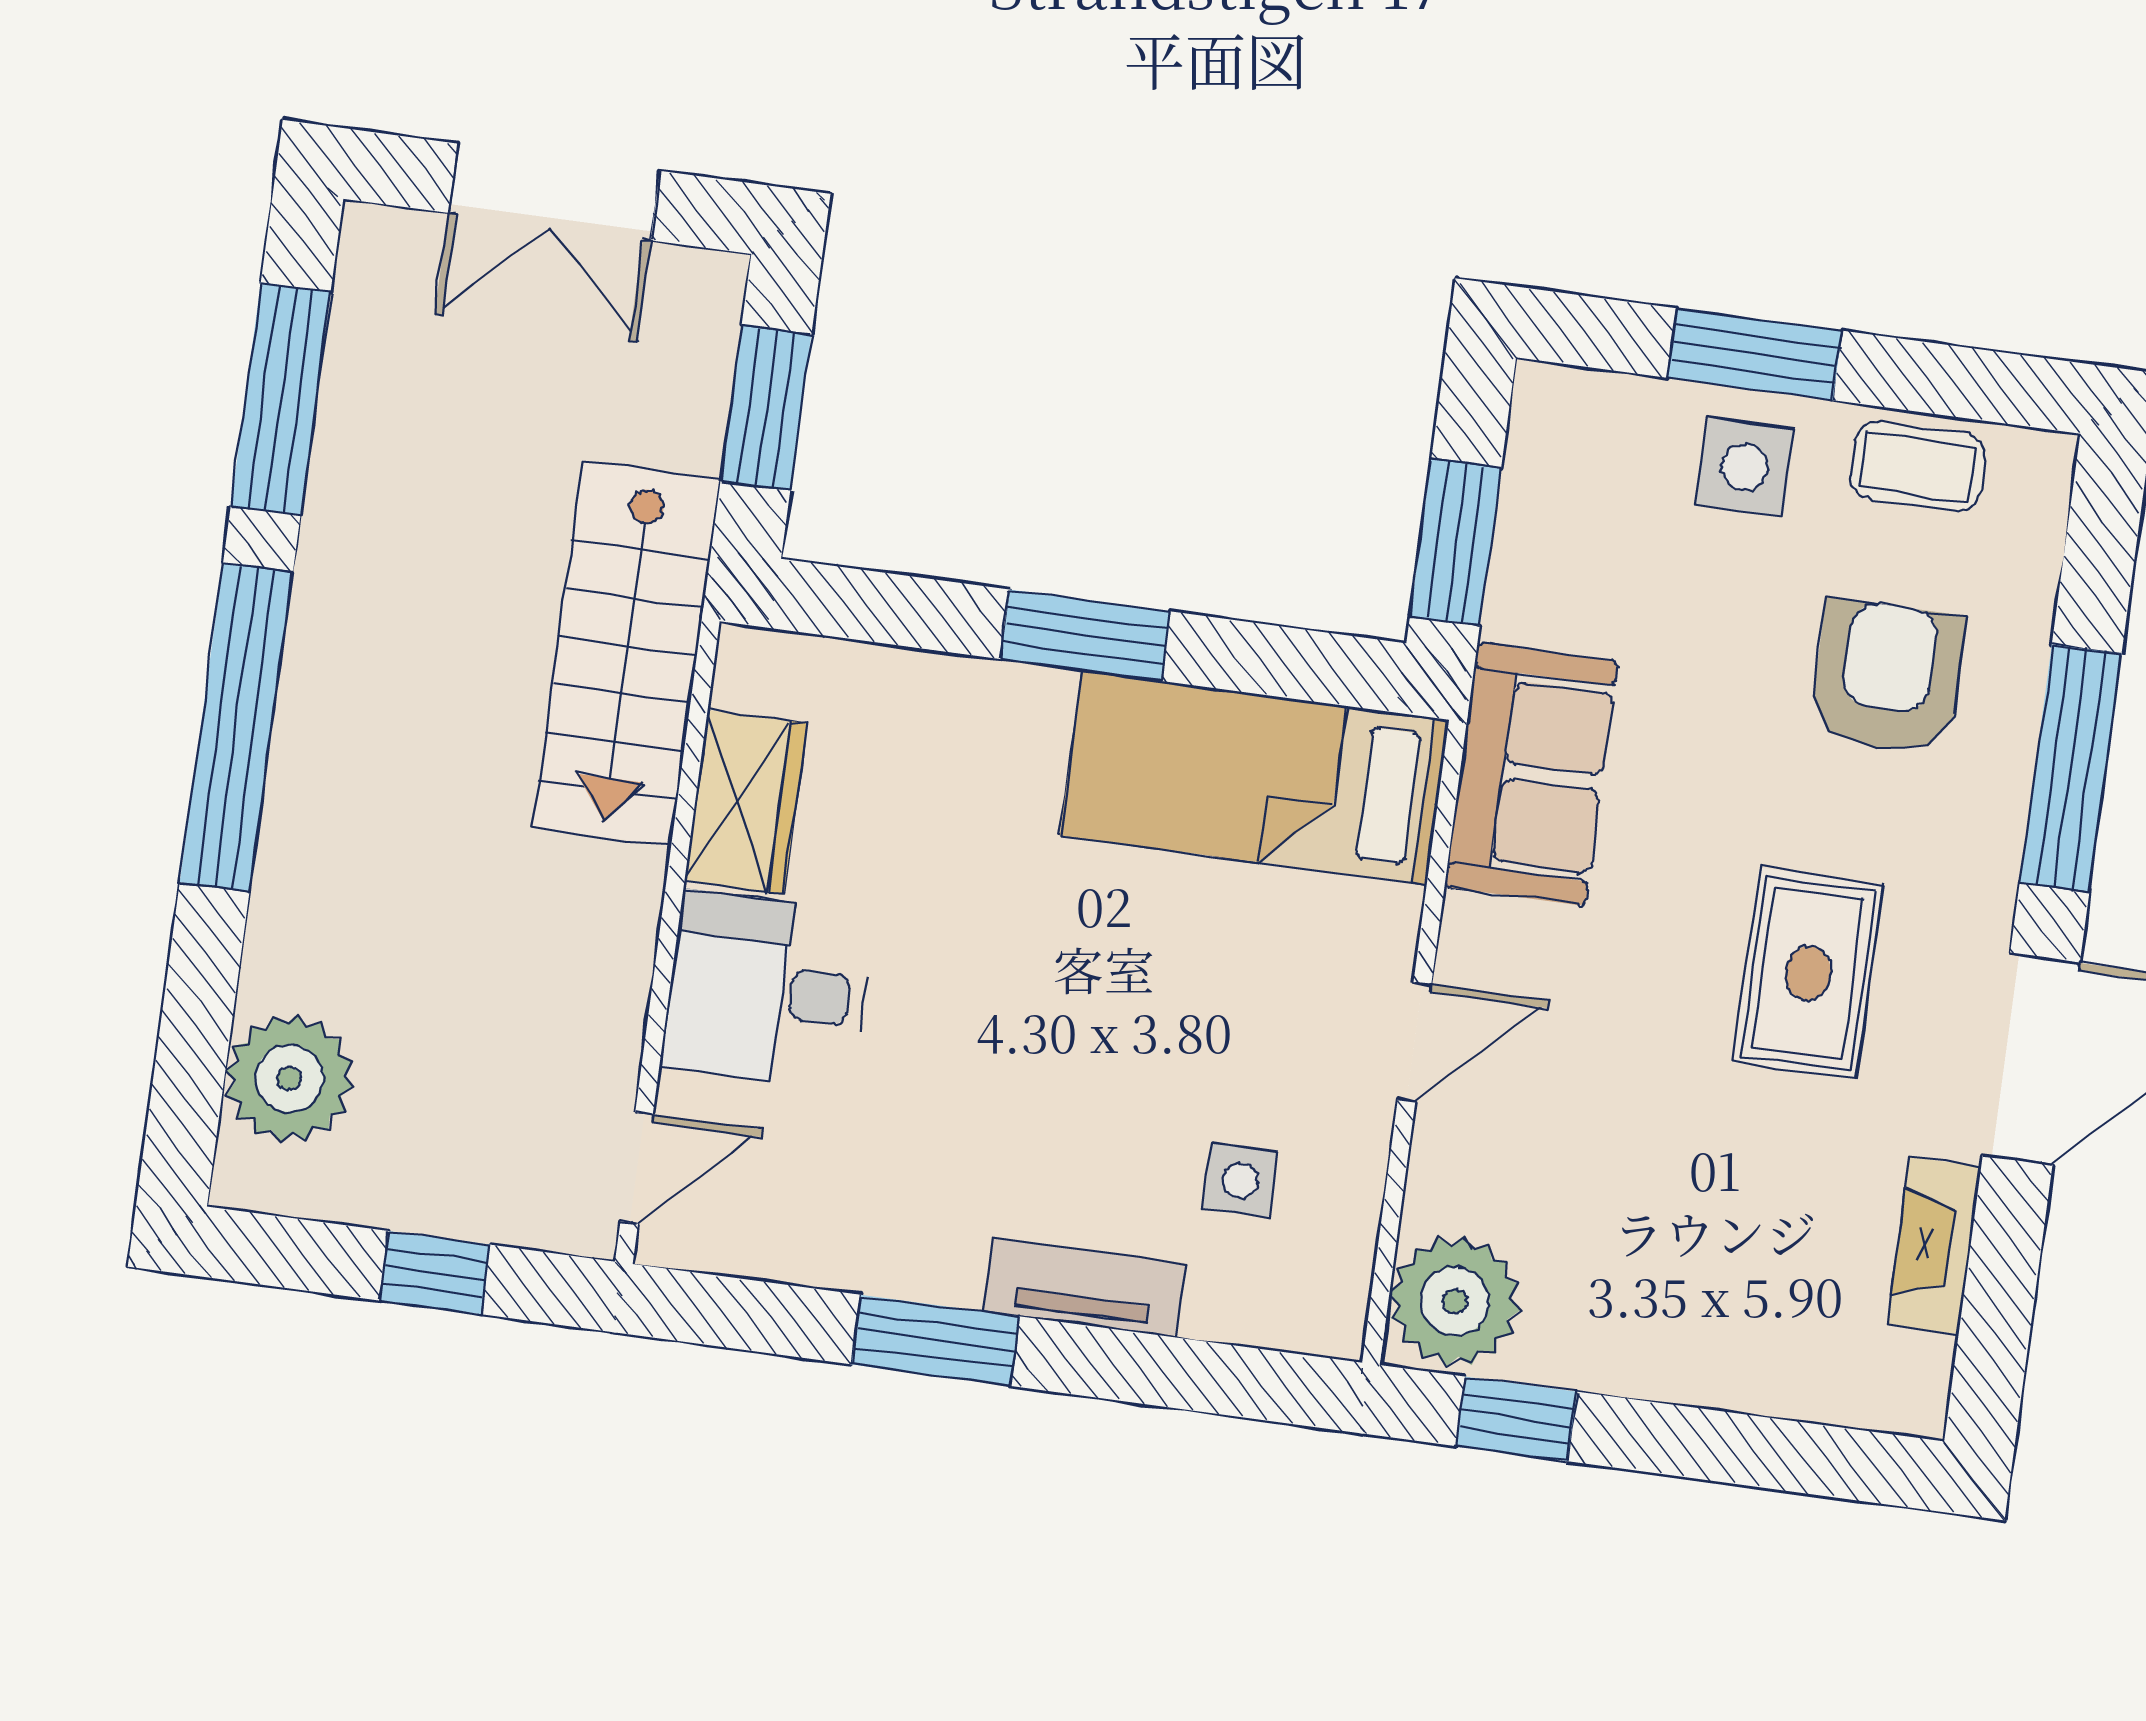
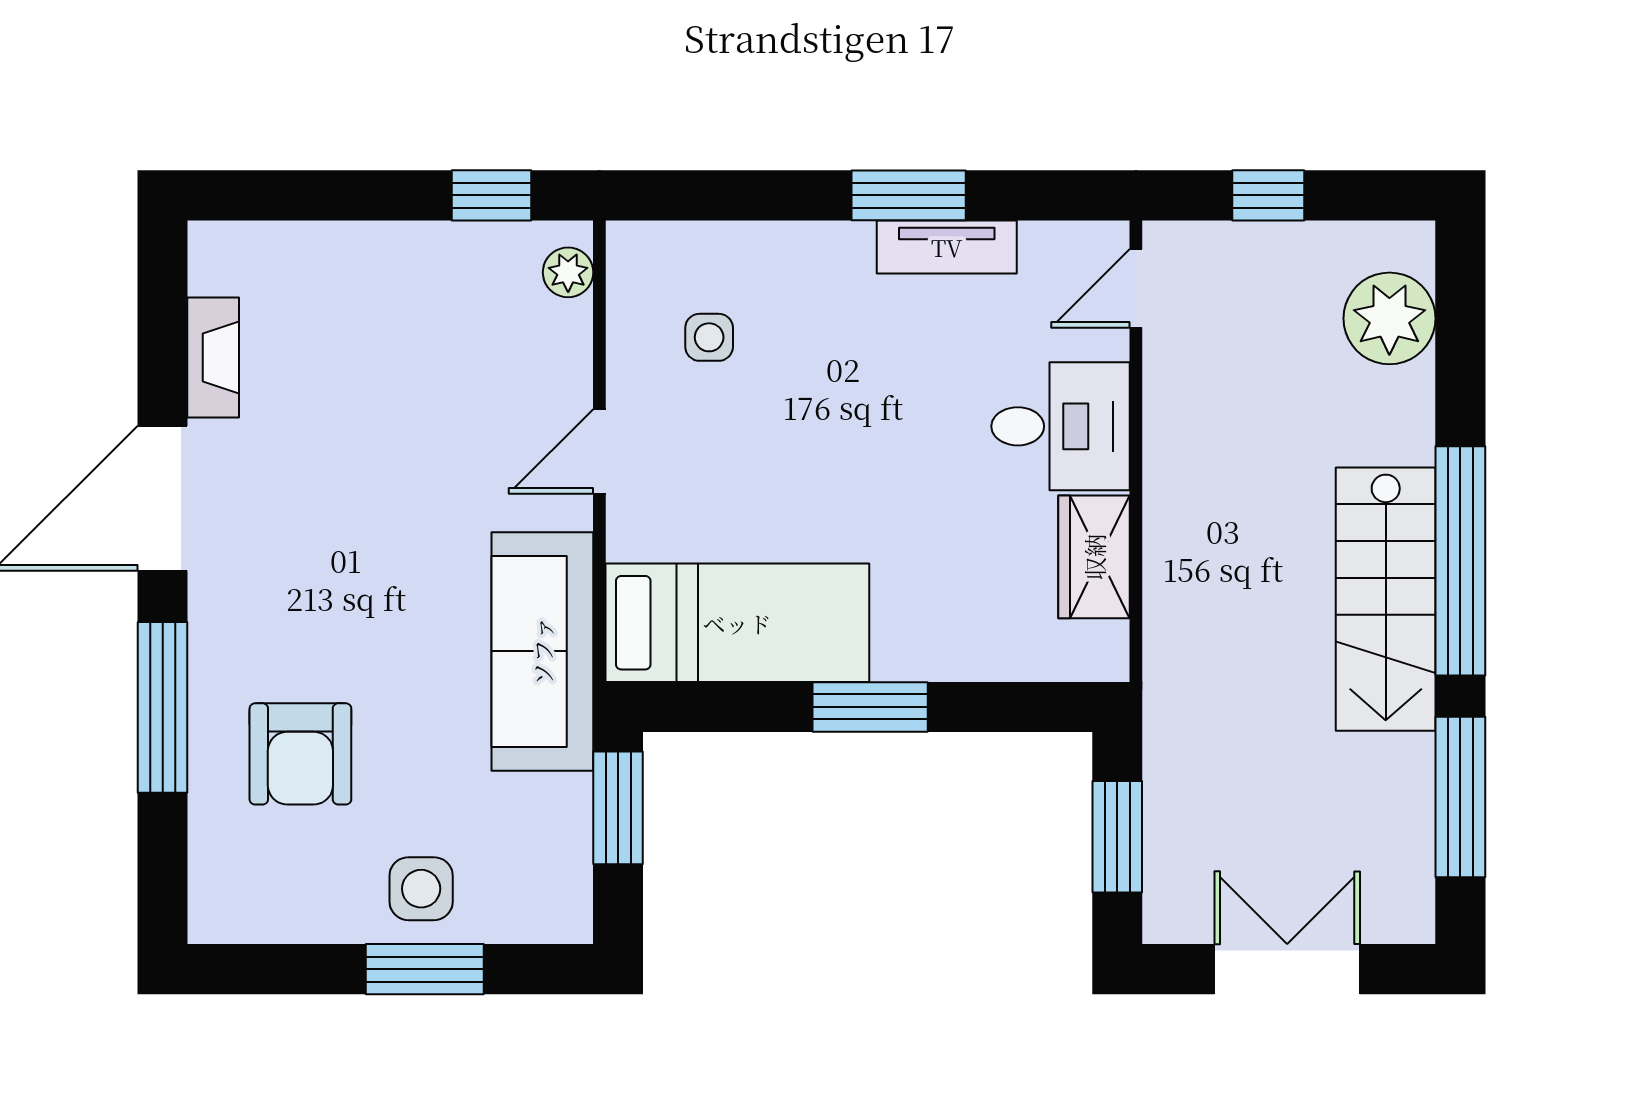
coffee table: (1918, 467) -> (299, 905), removed
stairs: (627, 653) -> (1386, 599), moved, turned 180
sofa: (1531, 774) -> (542, 651), width x1.36
rug: (1808, 973) -> (328, 537), removed
tv unit: (1084, 1287) -> (947, 247), moved
plant: (1455, 1301) -> (568, 272), width x0.53, depth x0.53

